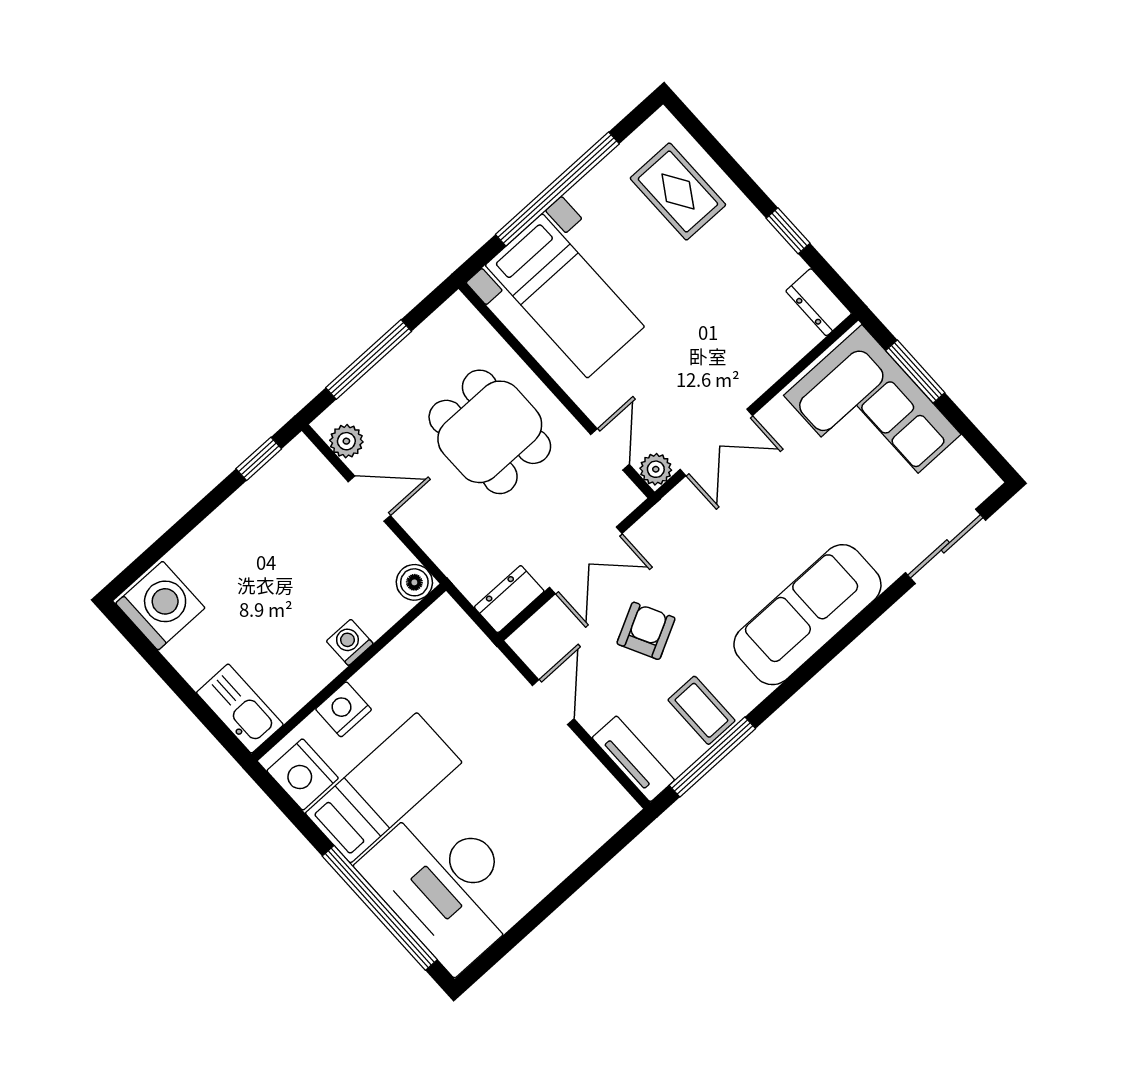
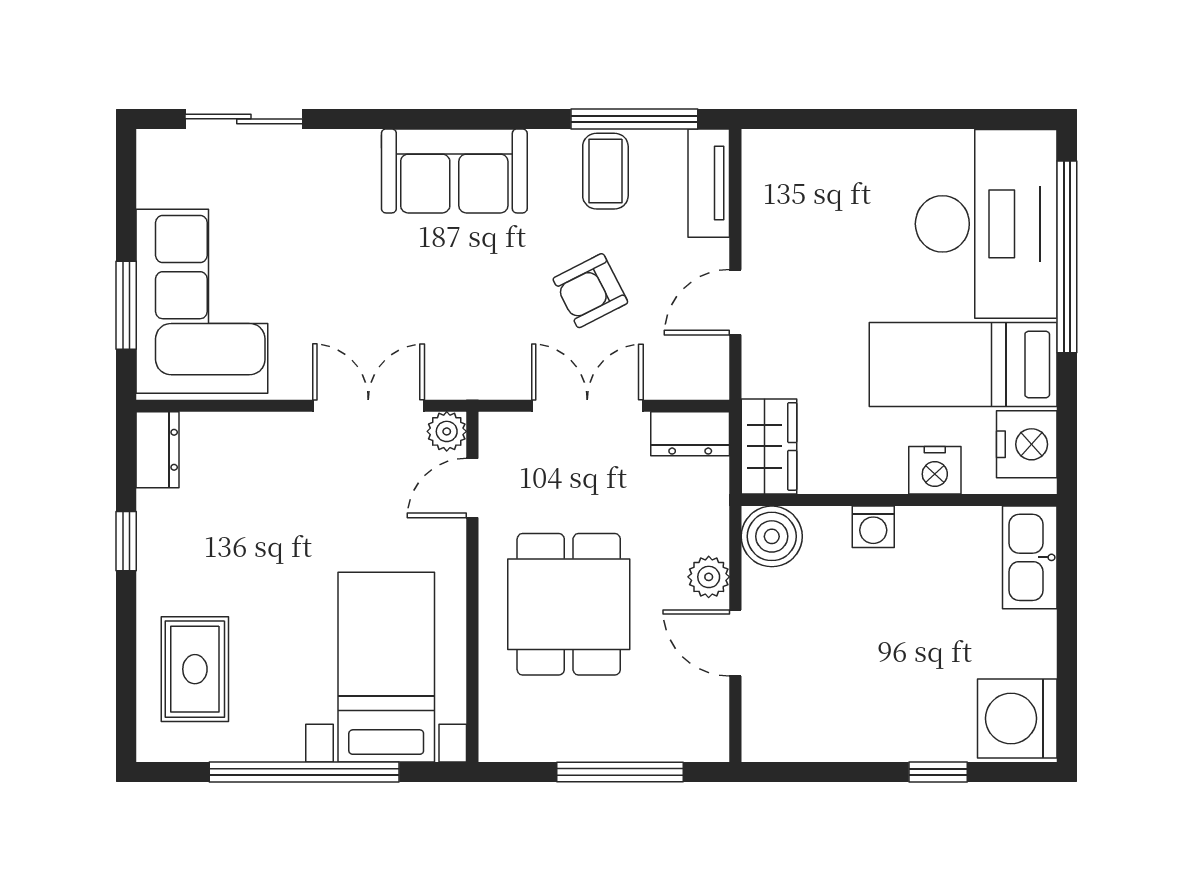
plant: (346, 441) -> (709, 577), moved
window: (259, 459) -> (938, 772), moved
boiler: (414, 582) -> (772, 536), width x1.36, depth x1.36
sofa: (807, 615) -> (454, 171), width x0.73
wardrobe: (455, 634) -> (769, 446), added

